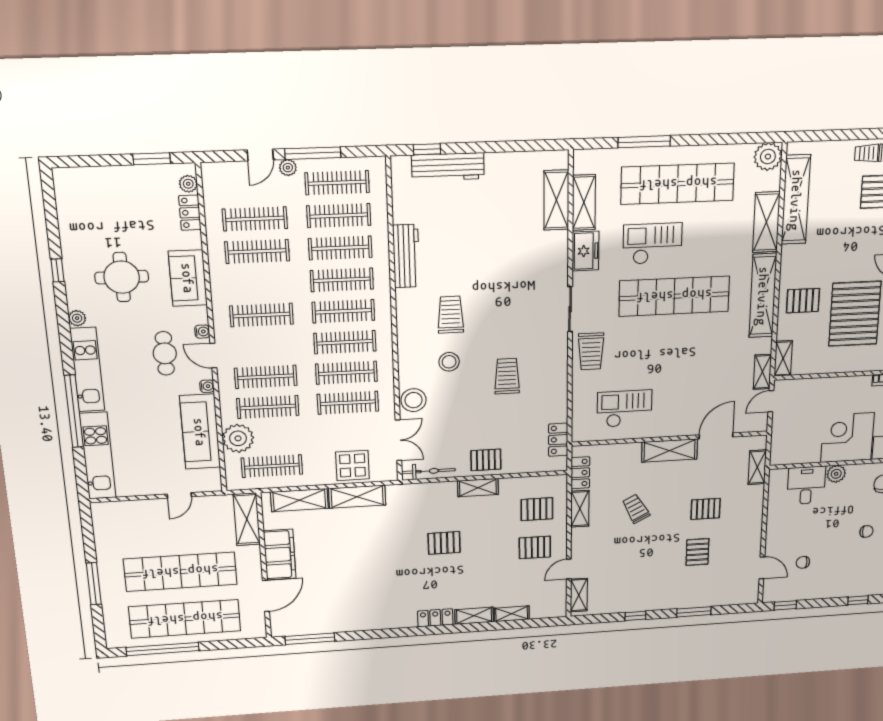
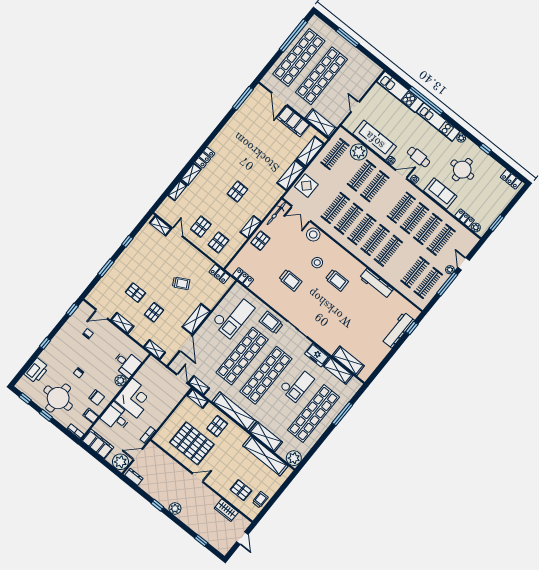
locker: (65, 194) -> (511, 179), added
clothes rail: (340, 248) -> (415, 218), moved
shop shelf: (673, 350) -> (242, 356), added
checkout: (625, 409) -> (233, 316), width x1.36, depth x1.21
shelving: (580, 509) -> (122, 323), moved

